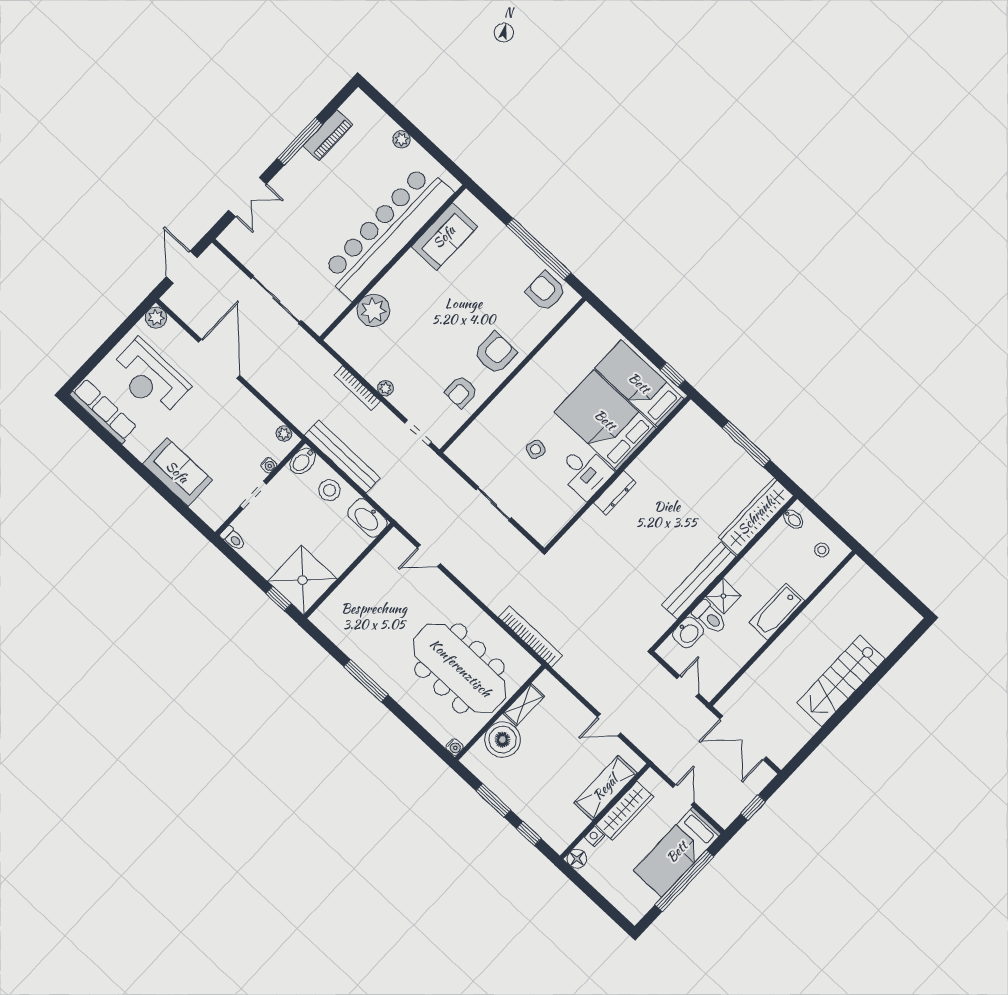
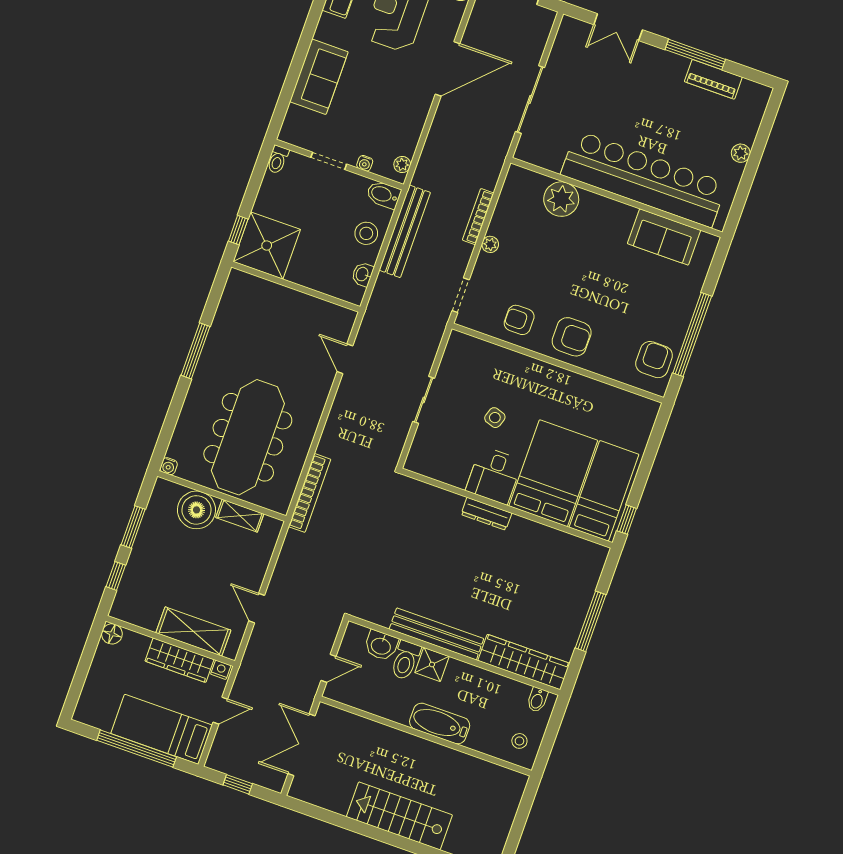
washbasin: (367, 518) -> (363, 274), width x0.52, depth x0.69
nightstand: (595, 836) -> (221, 670), moved

